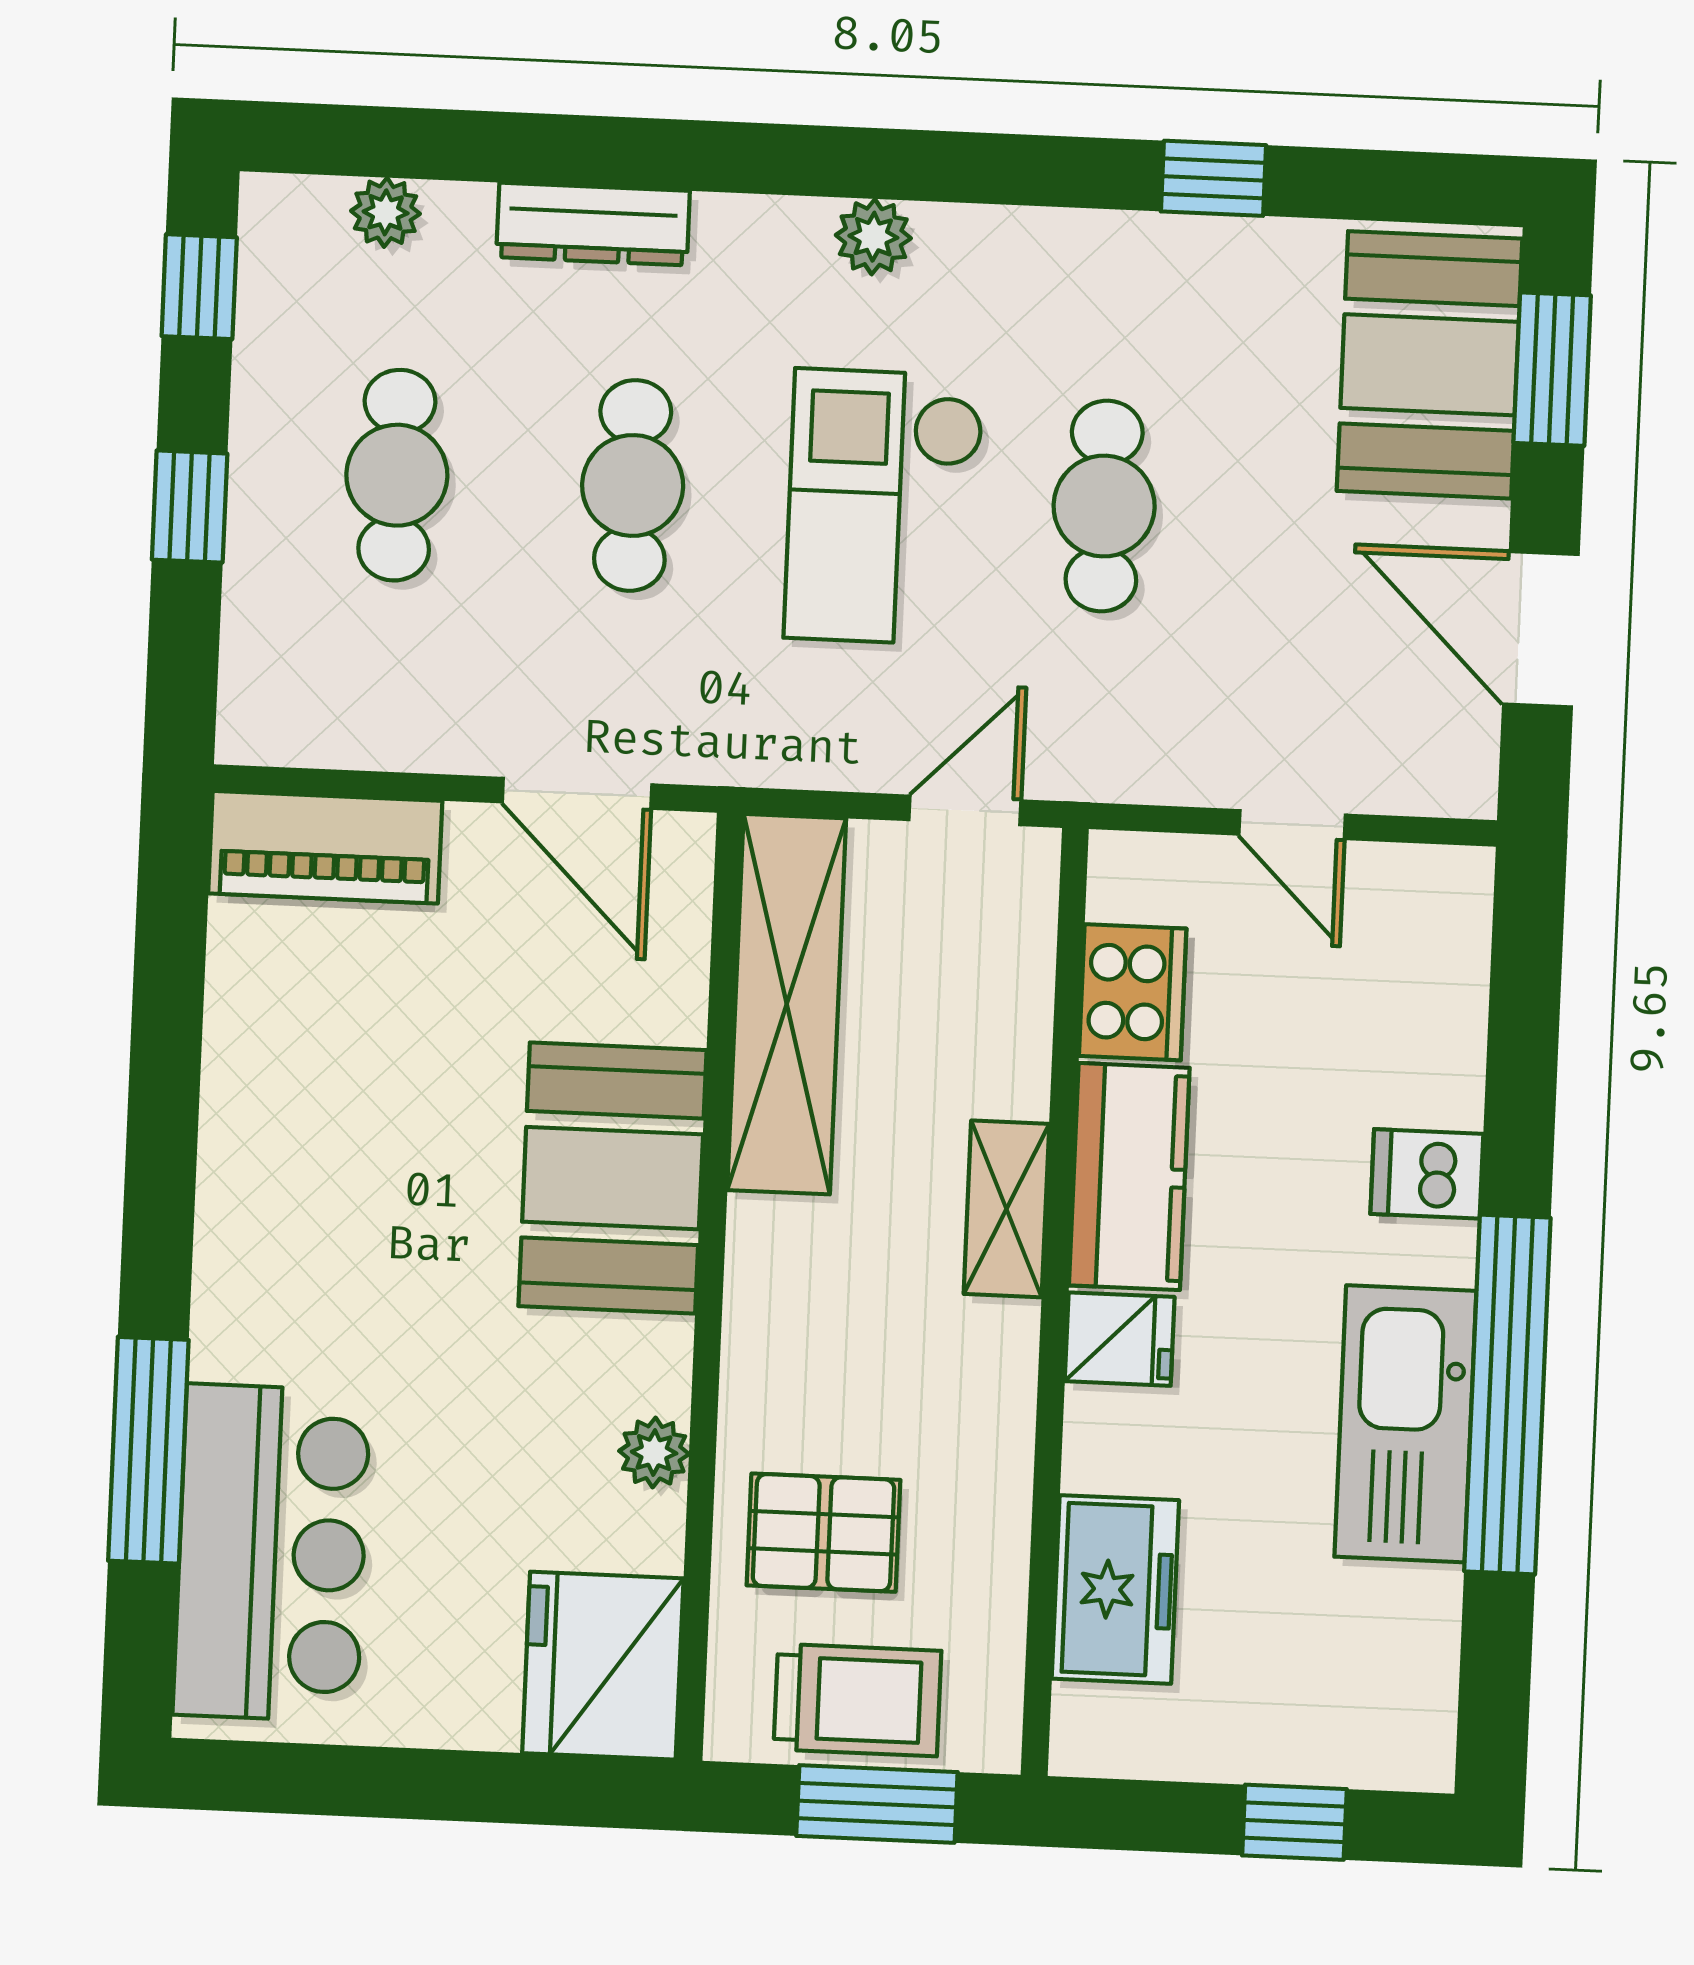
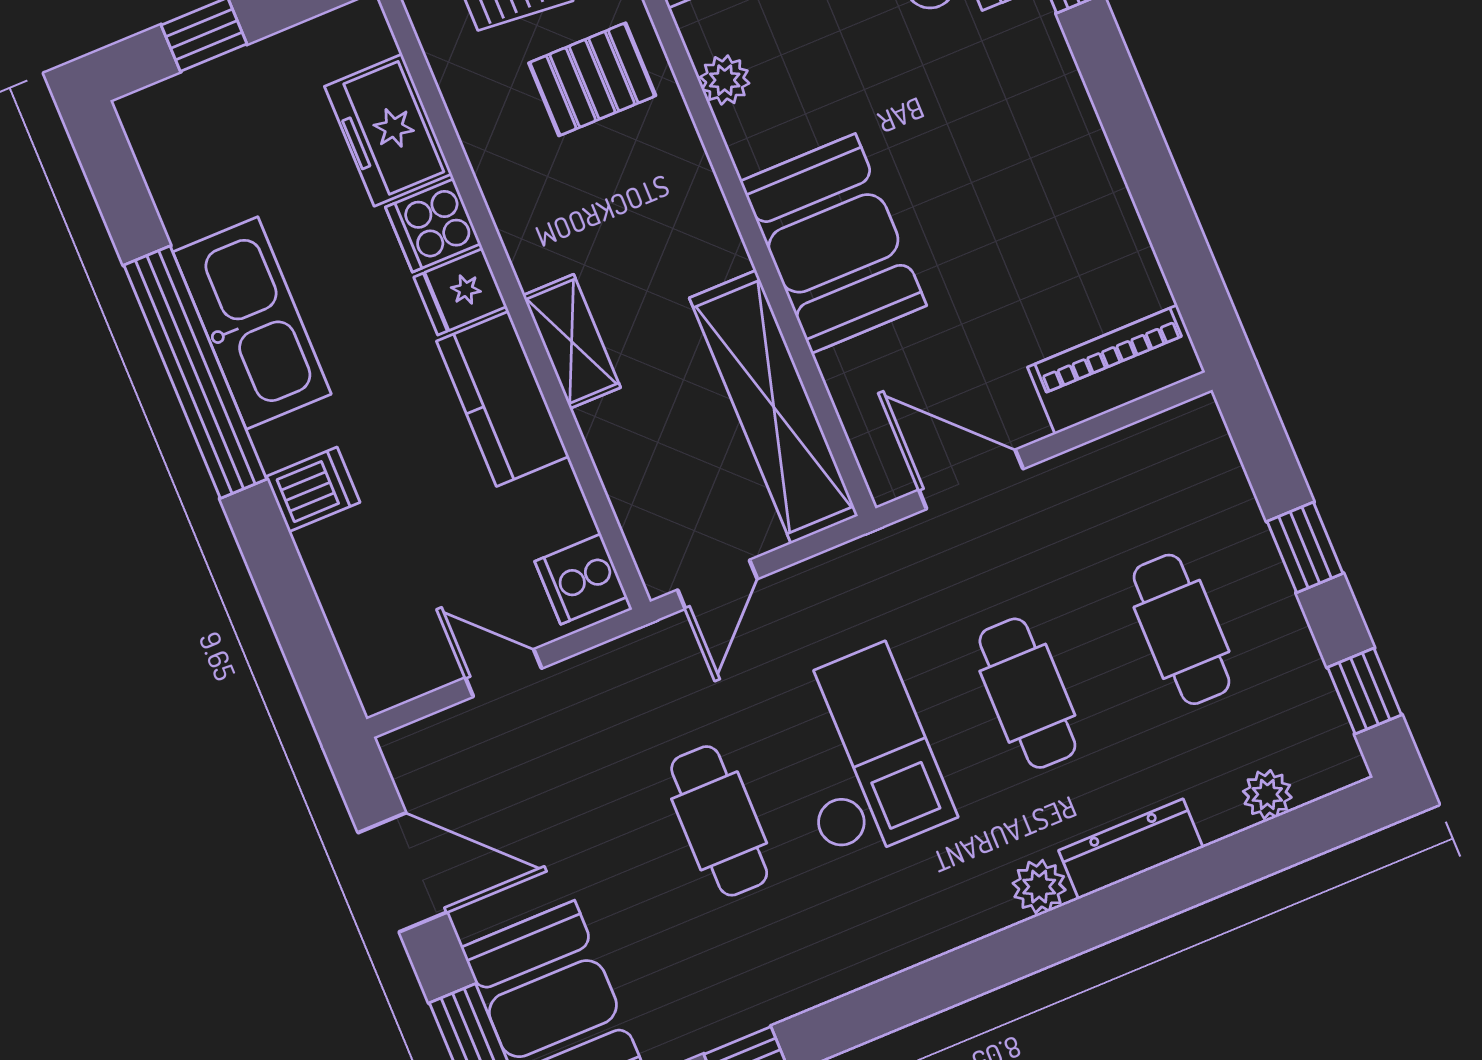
plant: (873, 237) -> (1039, 887), moved
cooker: (1133, 992) -> (581, 579), moved, width x0.73
cooker: (1115, 1440) -> (433, 225), added

